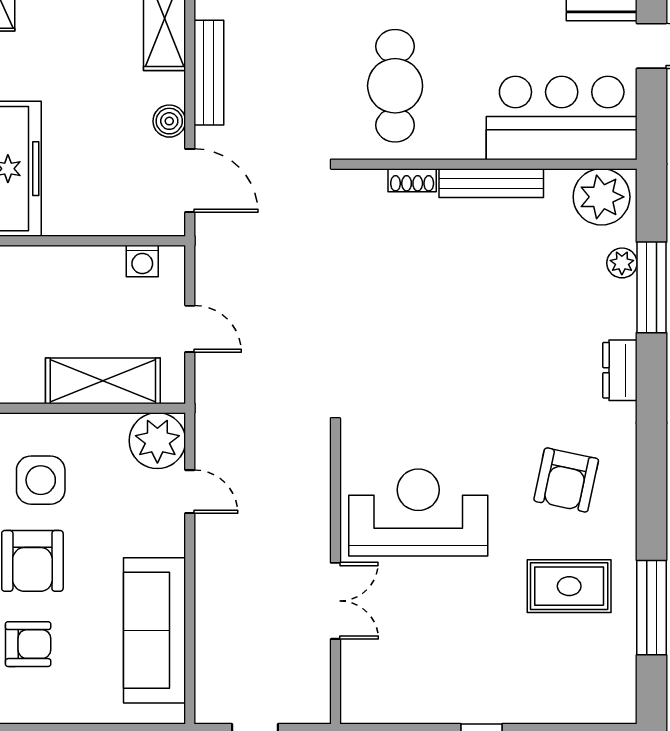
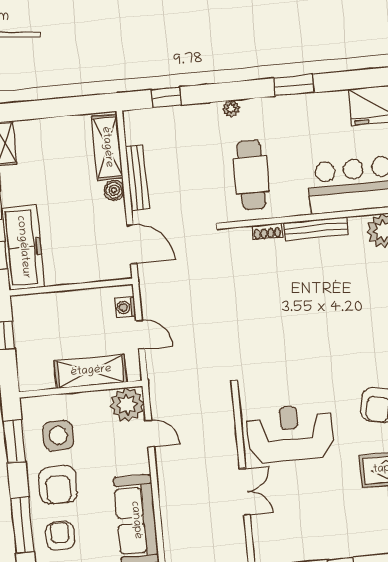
boiler: (169, 121) -> (114, 190), moved
washing machine: (142, 261) -> (125, 307), moved, turned 90
armchair: (28, 644) -> (60, 536), turned -90

